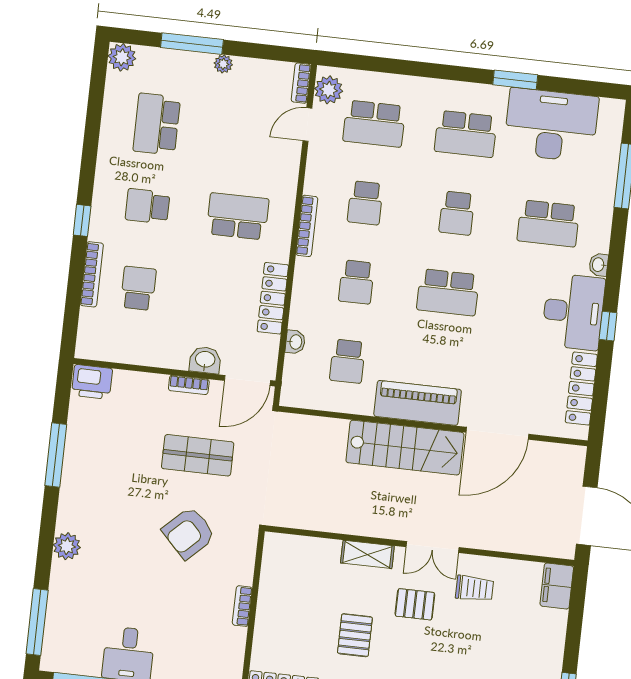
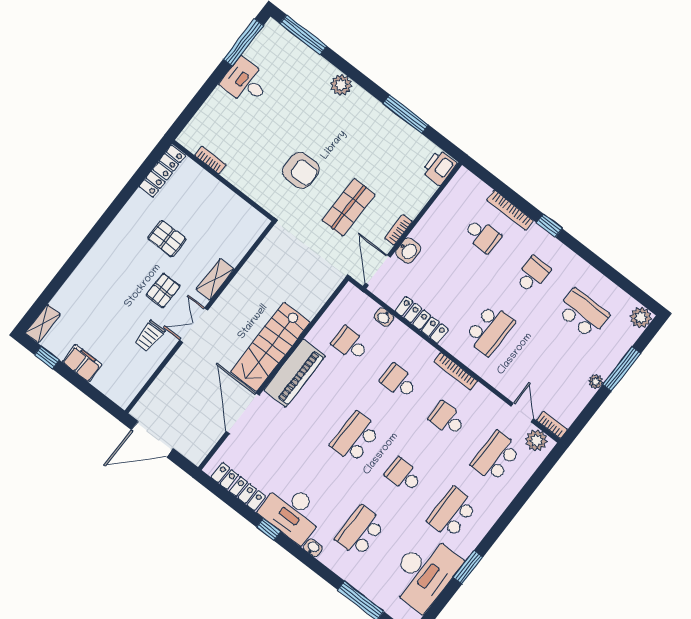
armchair: (189, 533) -> (301, 170), turned 134
filing cabinet: (557, 586) -> (82, 363), moved
bookcase: (242, 606) -> (210, 160), moved

